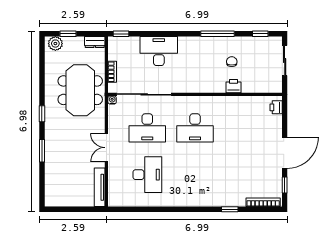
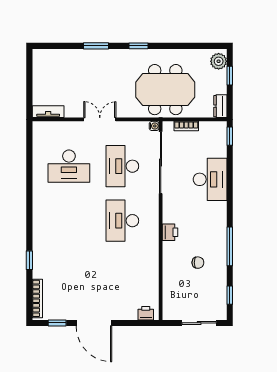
printer: (233, 86) -> (170, 232), moved
tv unit: (100, 187) -> (48, 112), width x0.71

